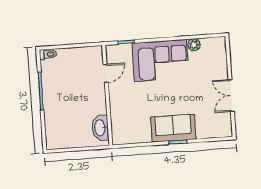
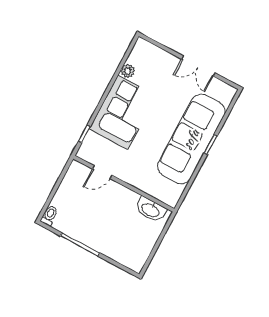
door: (106, 73) -> (102, 172), swing flipped
sofa: (173, 128) -> (191, 139), width x1.85, depth x1.27

